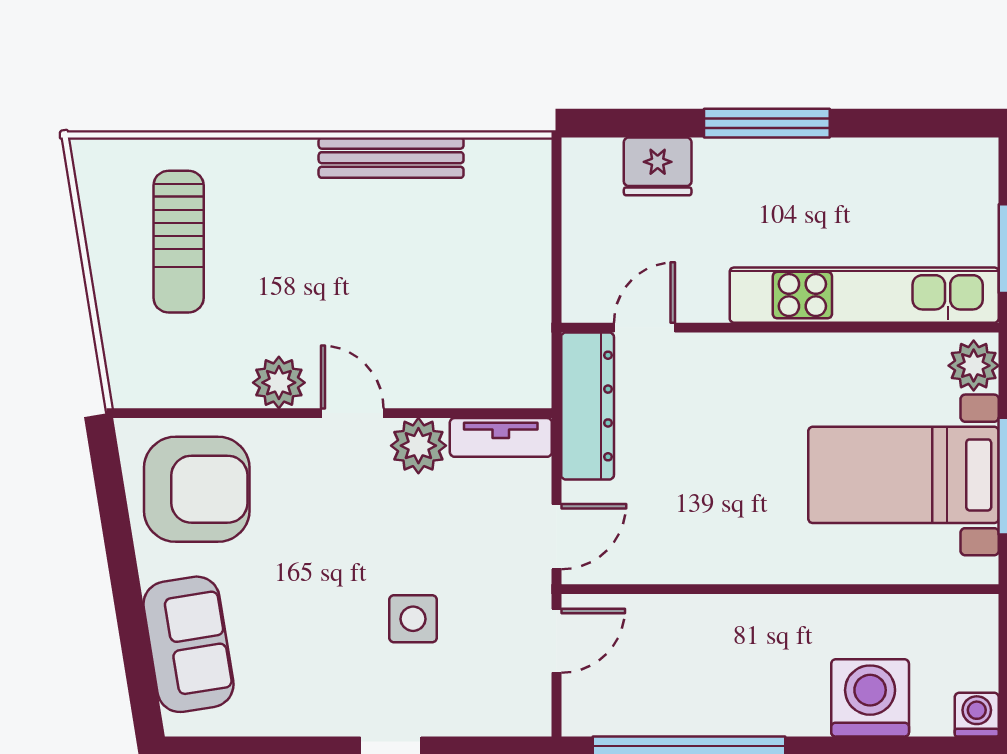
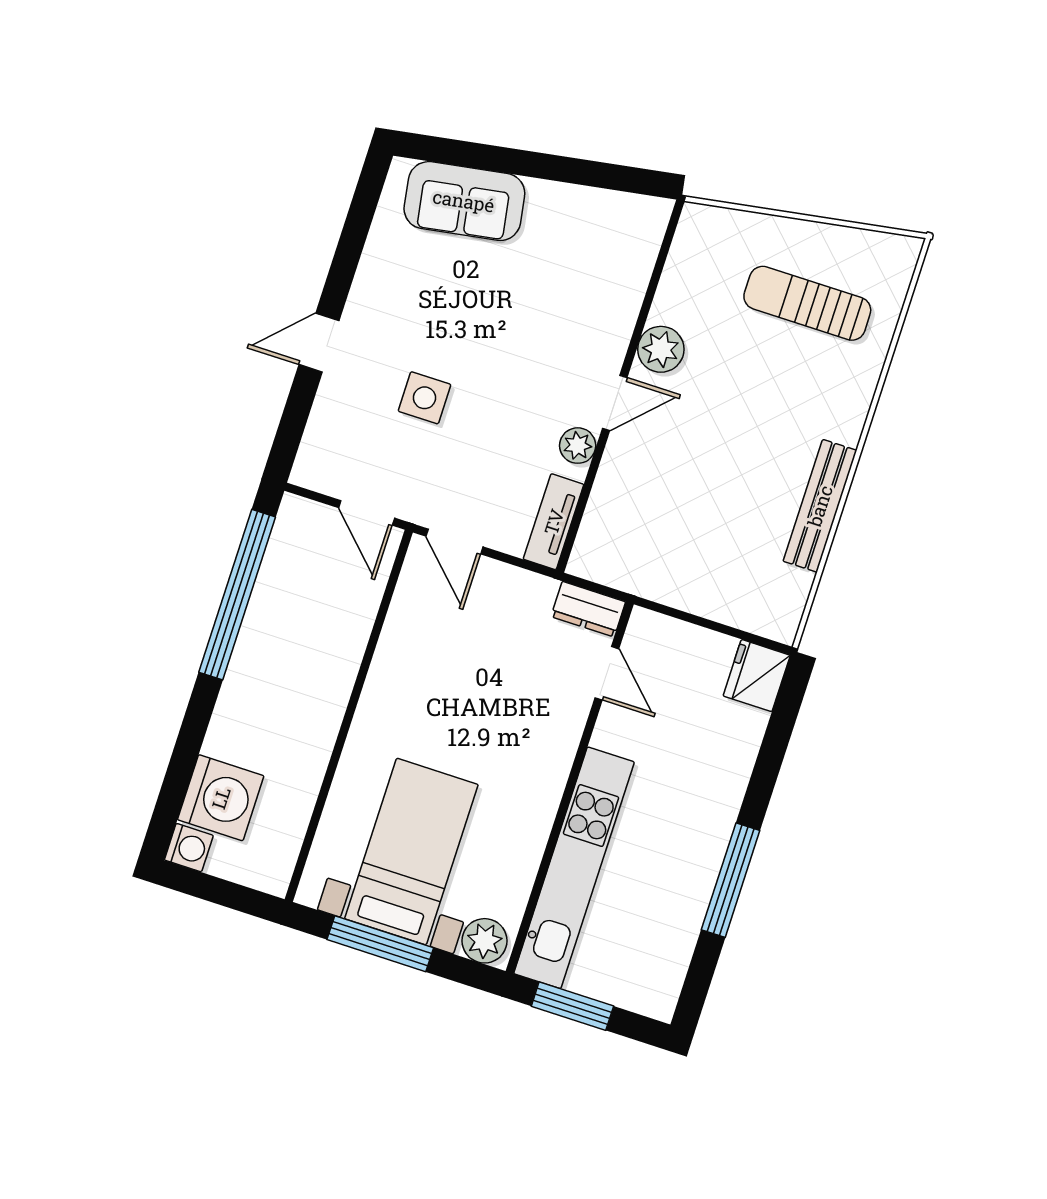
window: (767, 123) -> (731, 880), moved
fridge: (658, 166) -> (757, 676), moved
dresser: (588, 406) -> (588, 609), width x0.51, depth x0.80
plant: (418, 446) -> (578, 446), width x0.73, depth x0.73
armchair: (197, 489) -> (593, 251), removed
washing machine: (870, 698) -> (221, 798), moved

